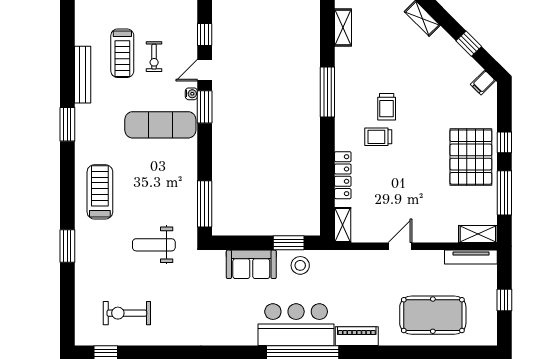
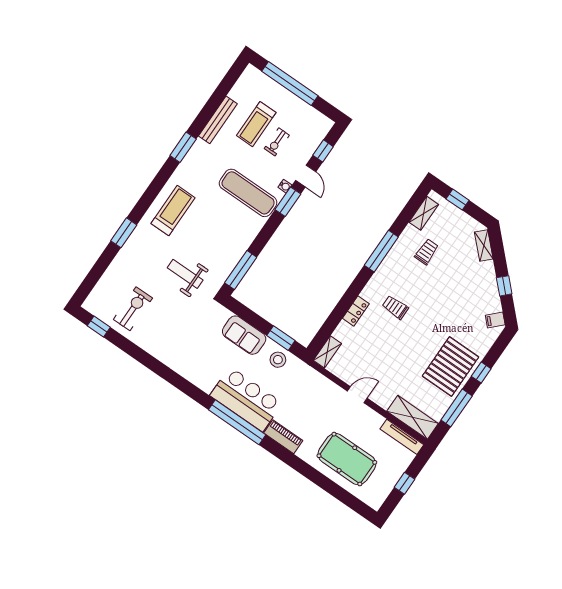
door: (205, 70) -> (306, 176), swing flipped
trolley: (387, 107) -> (427, 252), moved, turned 180
locker: (343, 175) -> (356, 311), width x0.66
shelving: (478, 234) -> (413, 417), width x1.50, depth x1.33
exercise bike: (127, 313) -> (133, 309), turned 90

